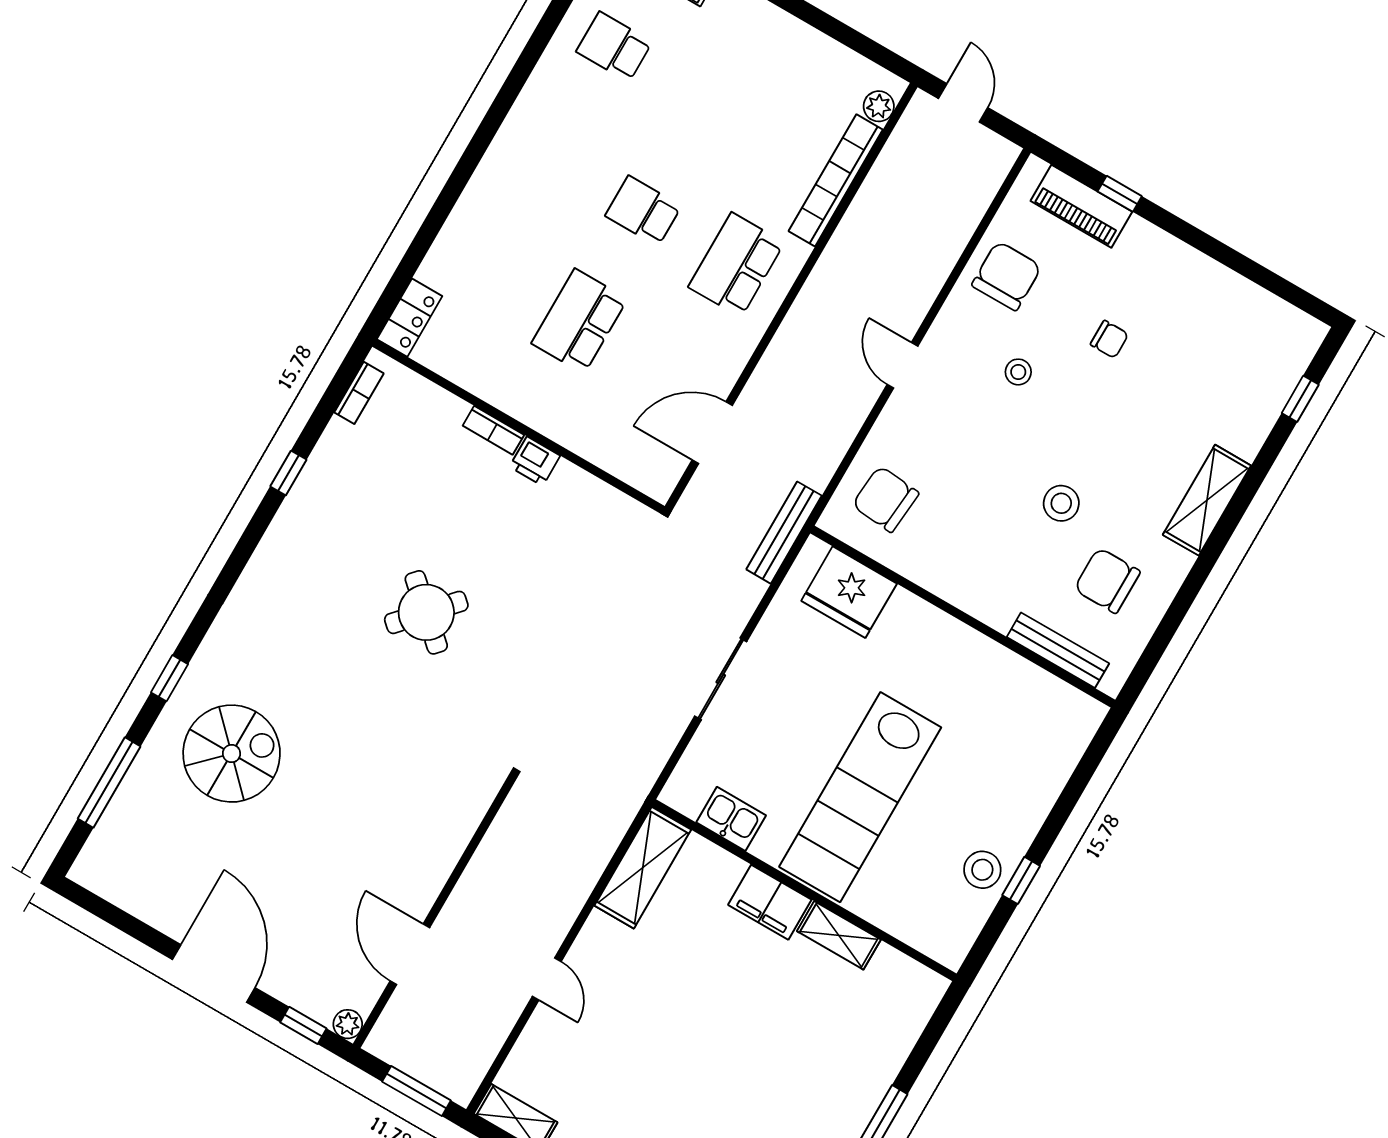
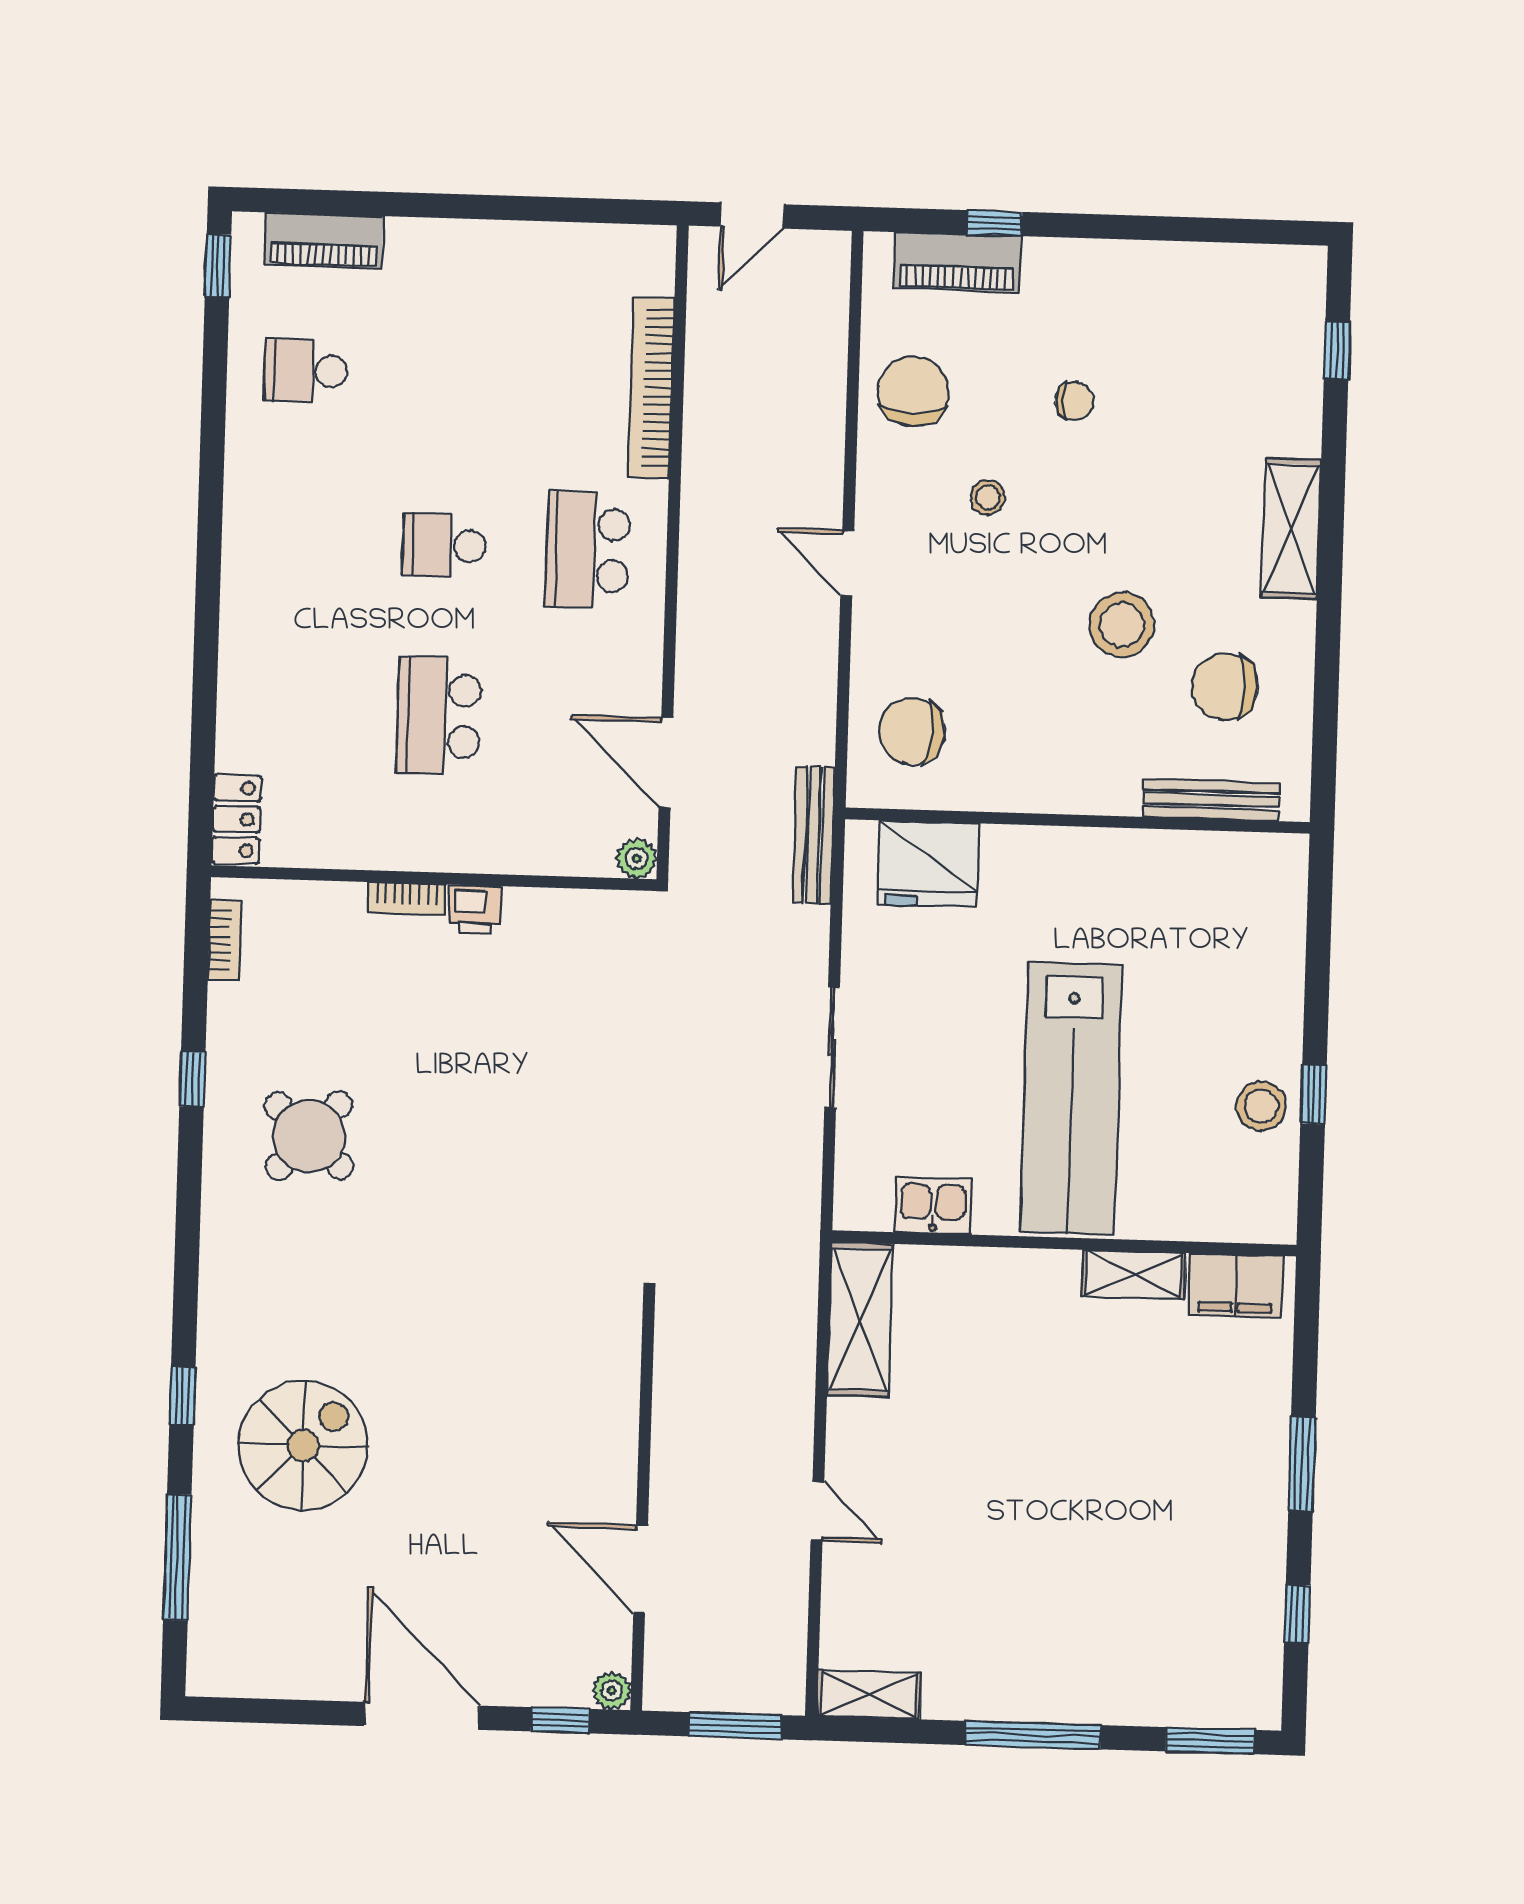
door: (963, 103) -> (752, 216), swing flipped
plant: (879, 106) -> (637, 858), moved
door: (712, 433) -> (666, 763), hinge flipped
stool: (1061, 503) -> (1122, 625), width x1.38, depth x1.38
round table: (426, 612) -> (309, 1136), moved
filing cabinet: (770, 902) -> (1236, 1286), moved

